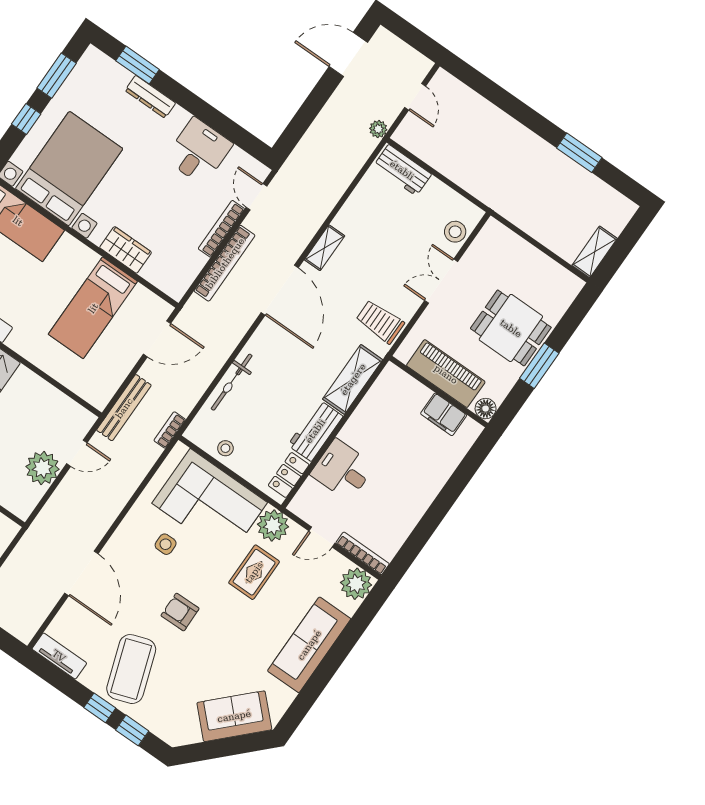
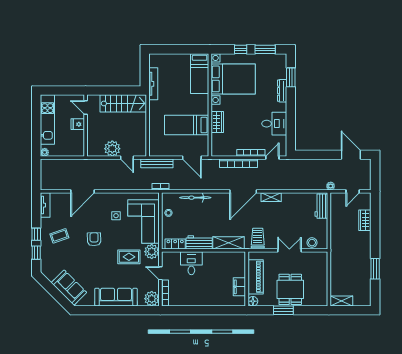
wardrobe: (481, 111) -> (365, 220), added
coffee table: (131, 669) -> (59, 236), width x0.54, depth x0.58

